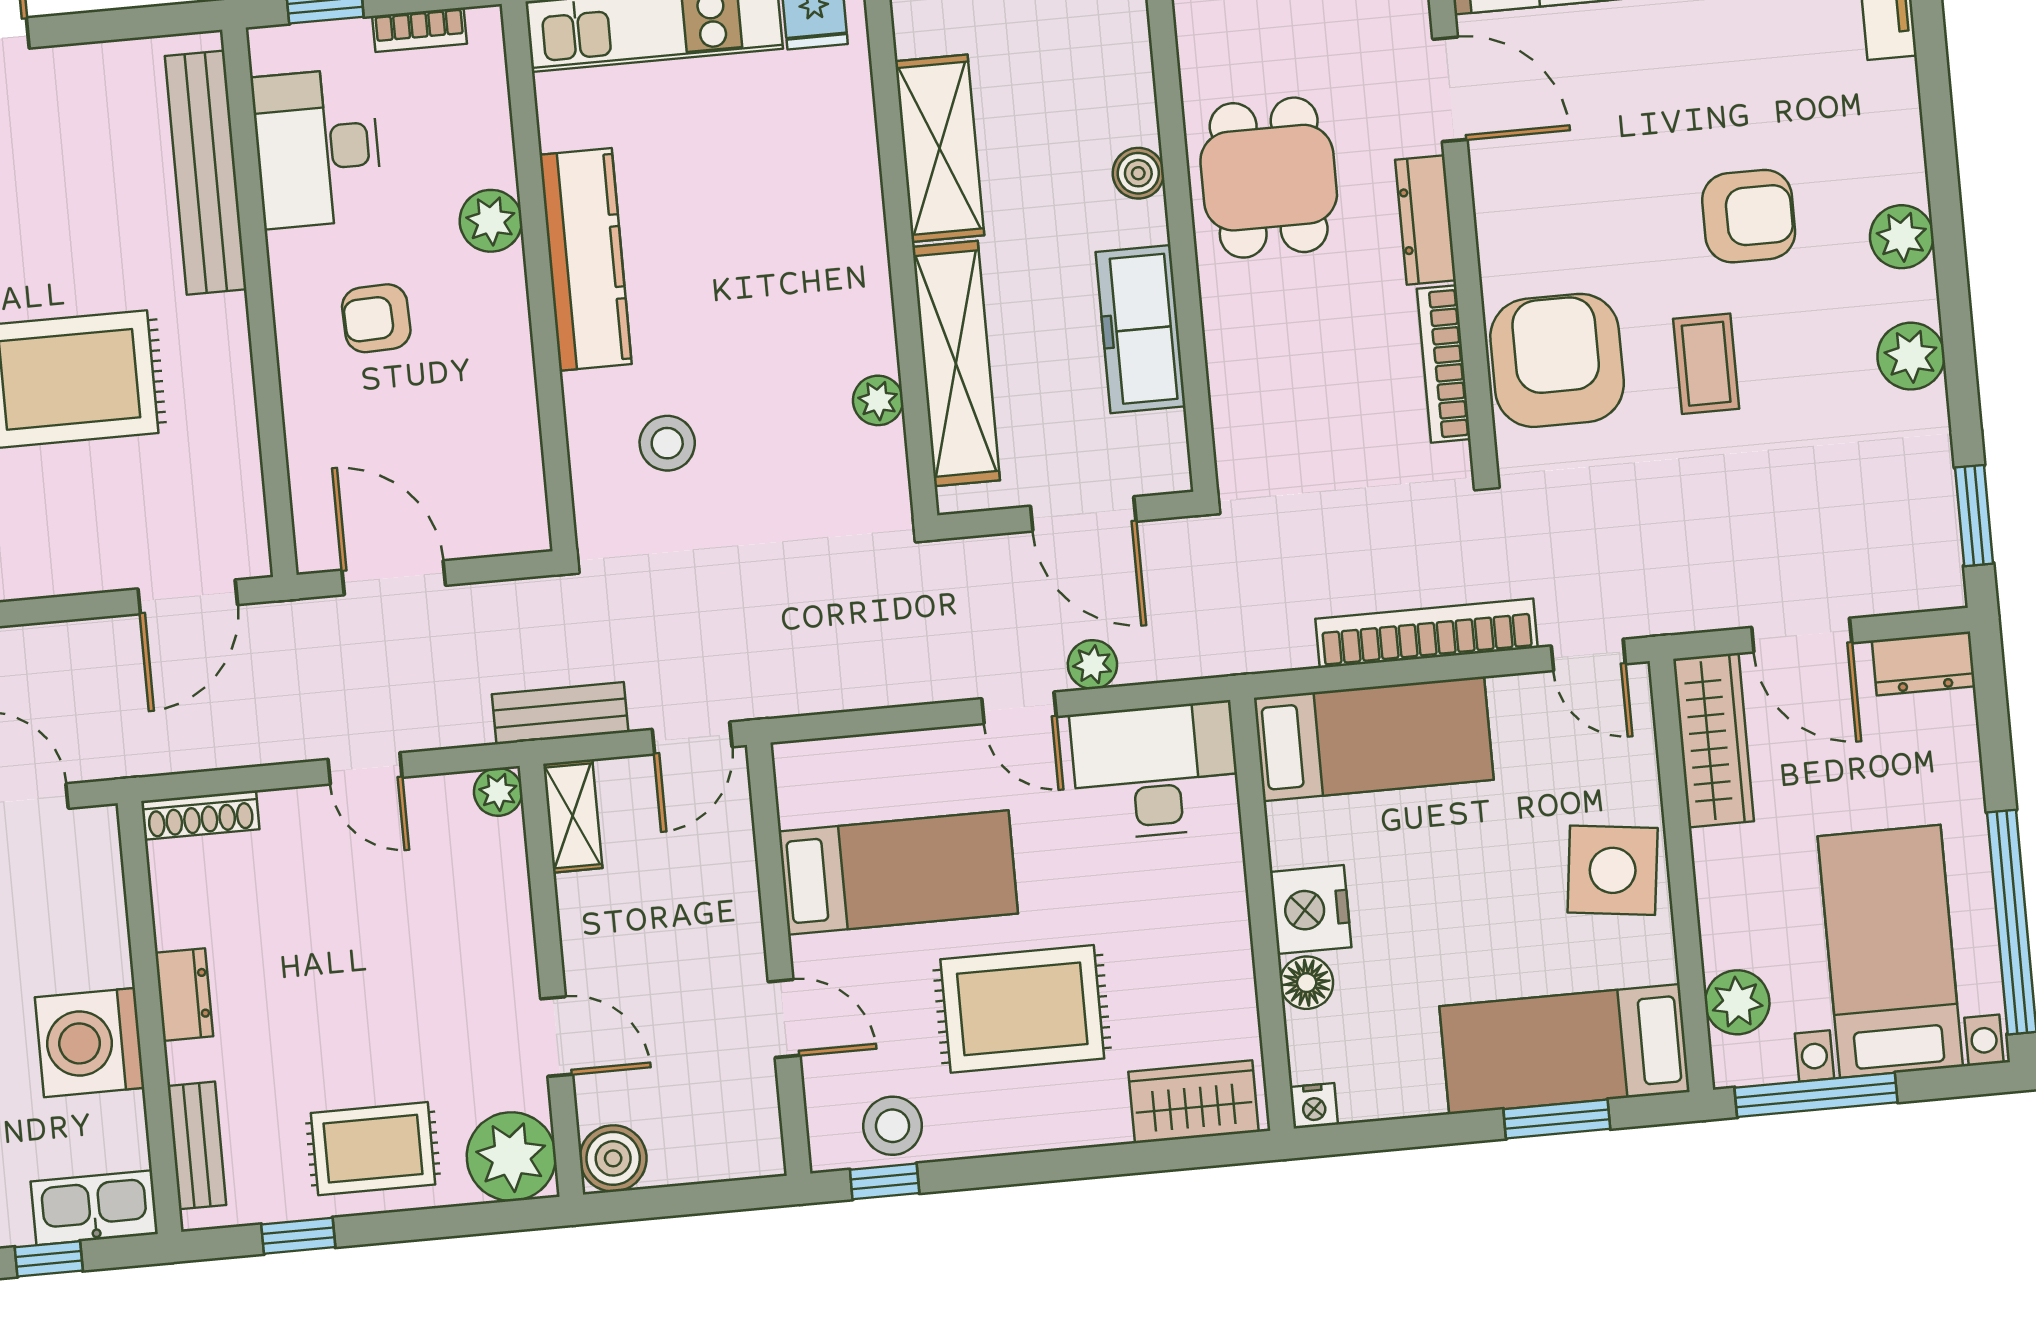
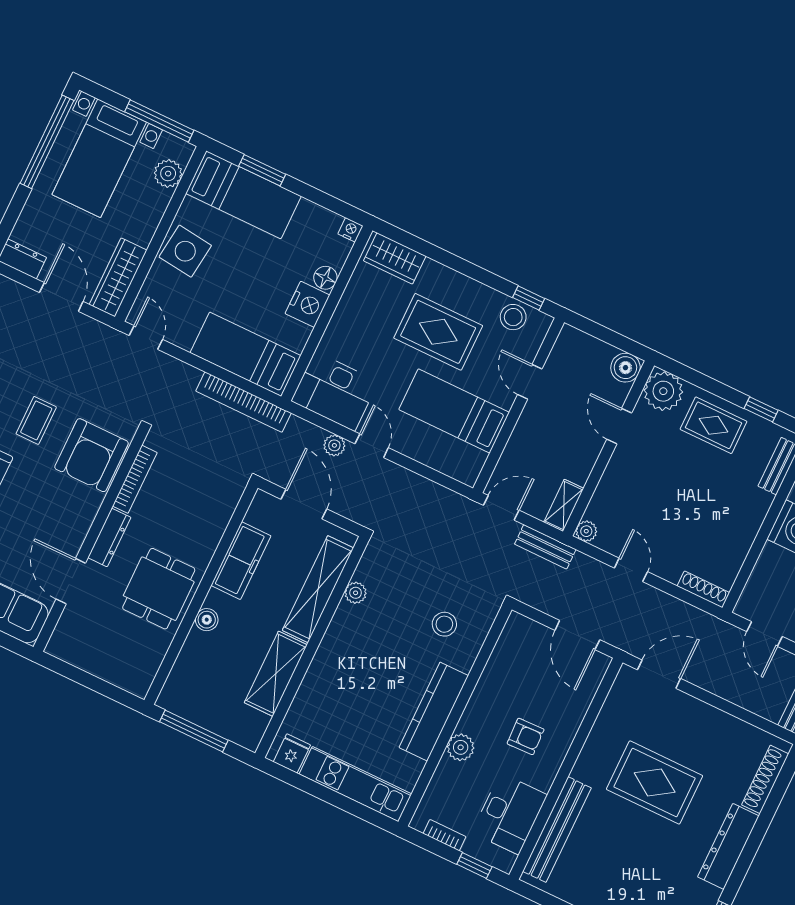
bookcase: (1427, 633) -> (244, 402), moved
dresser: (184, 995) -> (750, 526), removed

